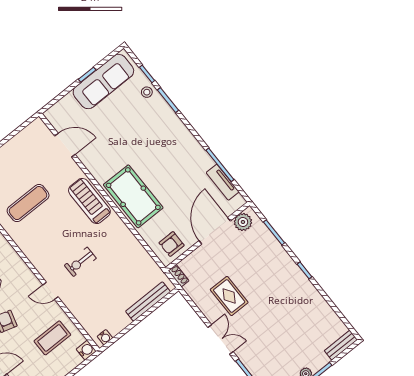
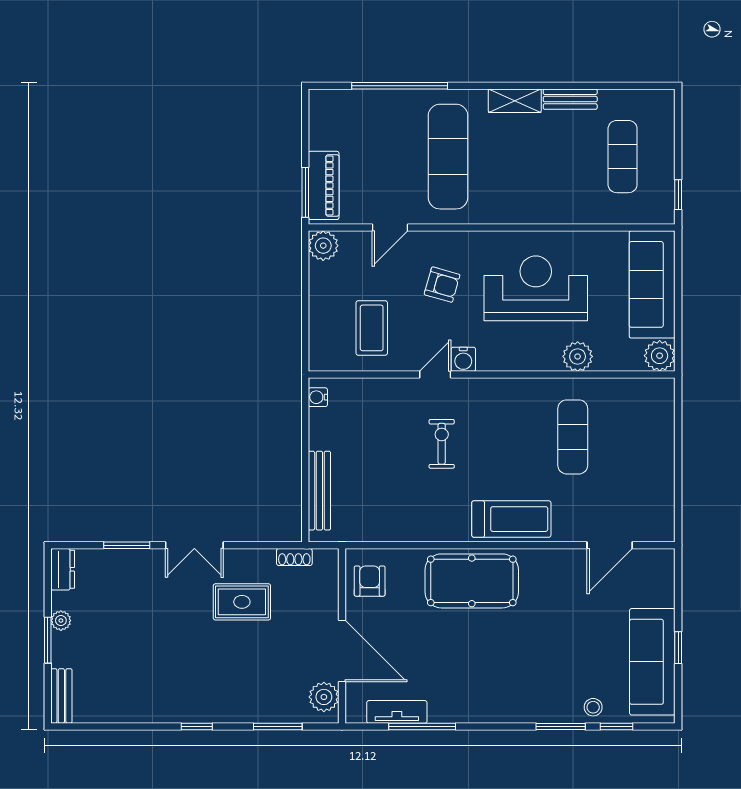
shoe rack: (179, 276) -> (294, 557), moved
water cooler: (86, 350) -> (463, 359), moved

